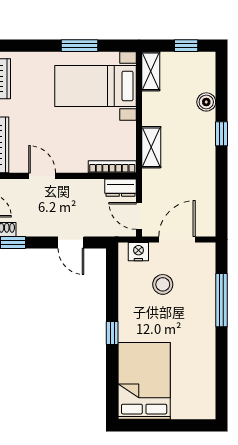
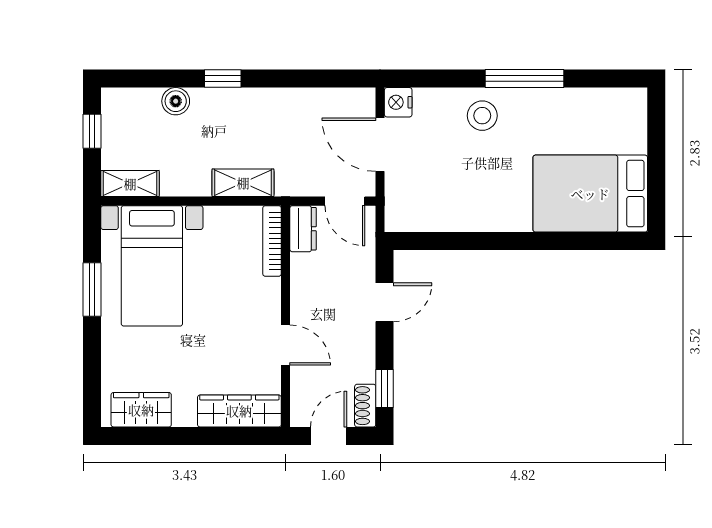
door: (42, 176) -> (286, 345), swing flipped
door: (139, 216) -> (345, 201), hinge flipped
nightstand: (138, 252) -> (398, 102), moved
stool: (163, 284) -> (482, 116), moved
window: (222, 300) -> (525, 79), moved
window: (112, 333) -> (519, 241), removed

